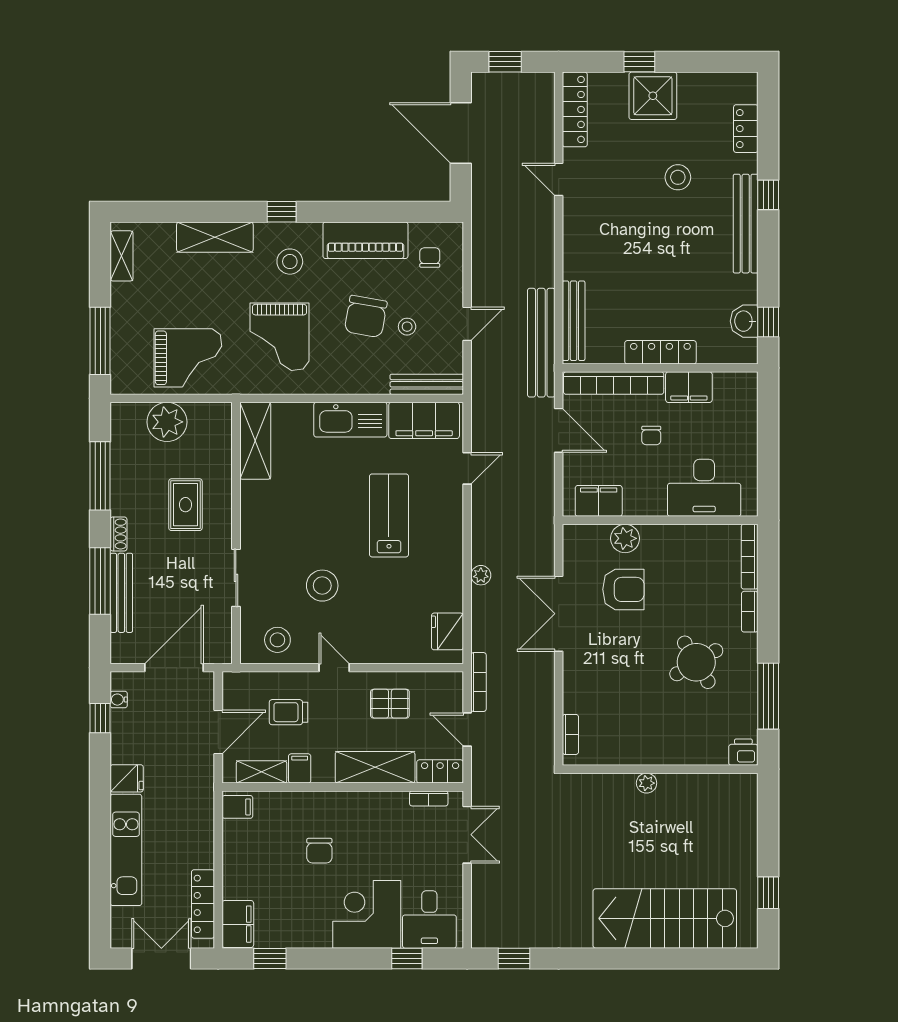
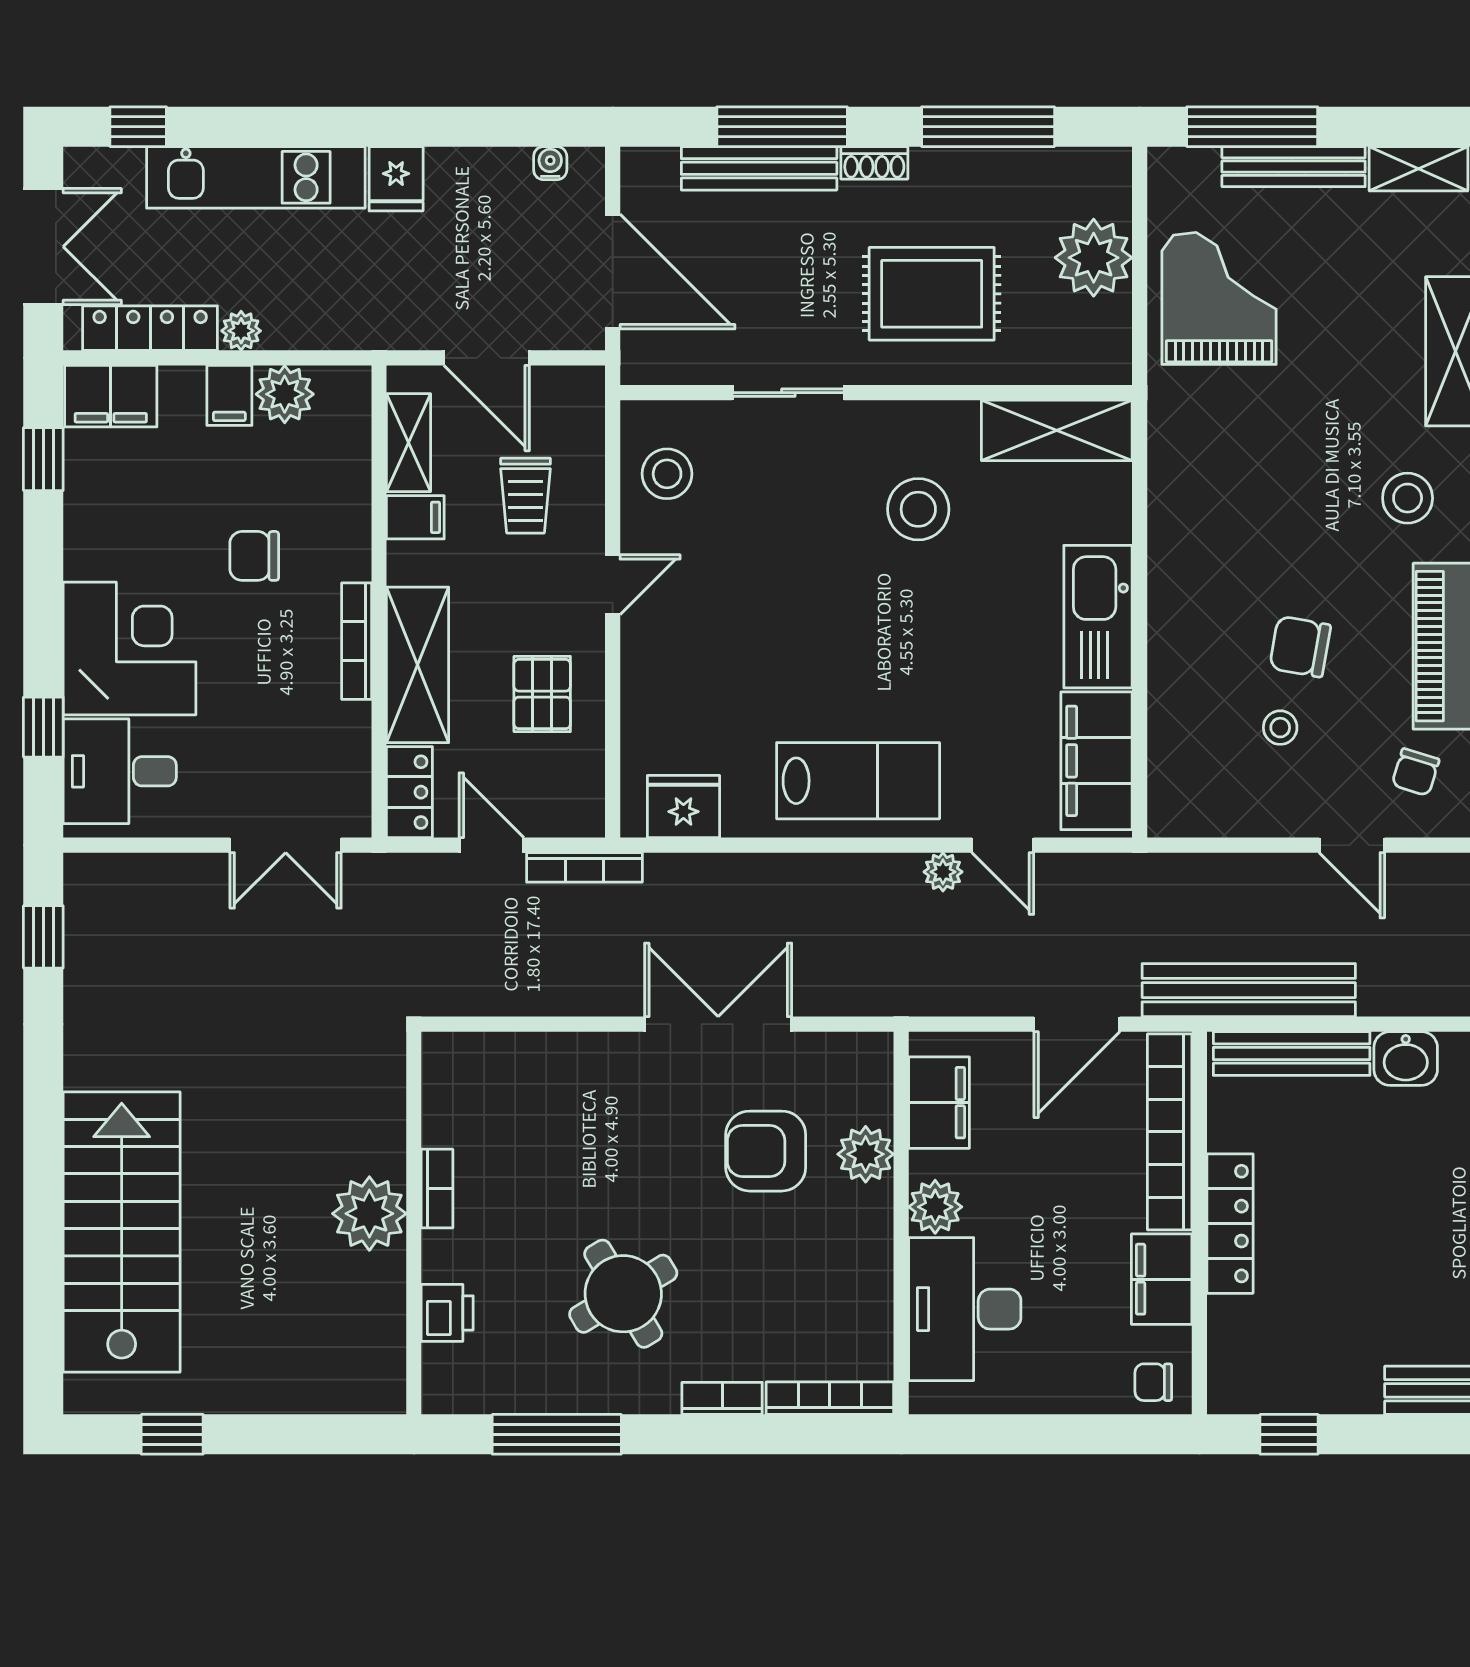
chair: (430, 257) -> (1415, 772), turned 107
chair: (366, 316) -> (1300, 647), width x0.73, depth x0.73
washbasin: (744, 321) -> (1406, 1059), moved, turned 180
door: (467, 324) -> (1352, 845), moved
grand piano: (280, 337) -> (1260, 478), removed
grand piano: (188, 358) -> (1219, 298), turned 180
bench: (427, 384) -> (1294, 167), moved, turned 90
chair: (651, 436) -> (1153, 1382), moved
plant: (652, 503) -> (935, 1207), added
rug: (185, 505) -> (932, 294), width x1.36, depth x1.43
lab bench: (389, 515) -> (858, 781), moved
plant: (481, 575) -> (943, 872), moved
stool: (322, 586) -> (918, 509), moved
armchair: (623, 589) -> (766, 1151), turned 90
trolley: (289, 712) -> (526, 496), turned 180
window: (100, 718) -> (138, 127), moved
door: (467, 730) -> (491, 845), hinge flipped
bookcase: (570, 734) -> (437, 1189), moved, turned -90
printer: (743, 752) -> (447, 1313), moved
plant: (647, 783) -> (369, 1214), width x1.87, depth x1.87
bookcase: (429, 798) -> (357, 641), moved, width x1.56
filing cabinet: (237, 807) -> (229, 395), moved
plant: (237, 835) -> (285, 394), added
plant: (204, 857) -> (241, 331), added

